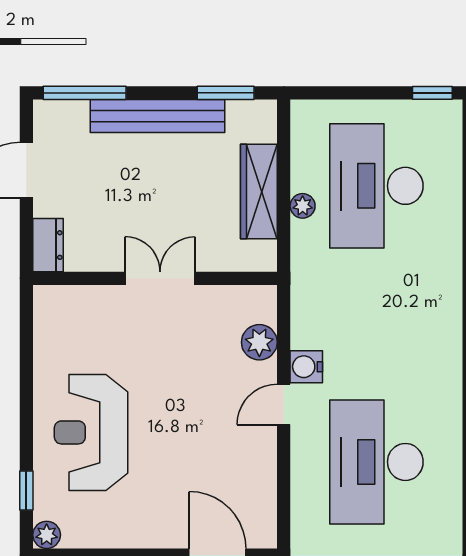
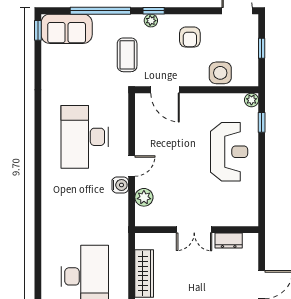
plant: (303, 206) -> (122, 266), removed
dresser: (48, 245) -> (229, 241), moved, turned -90
desk: (376, 462) -> (85, 137), turned 180

